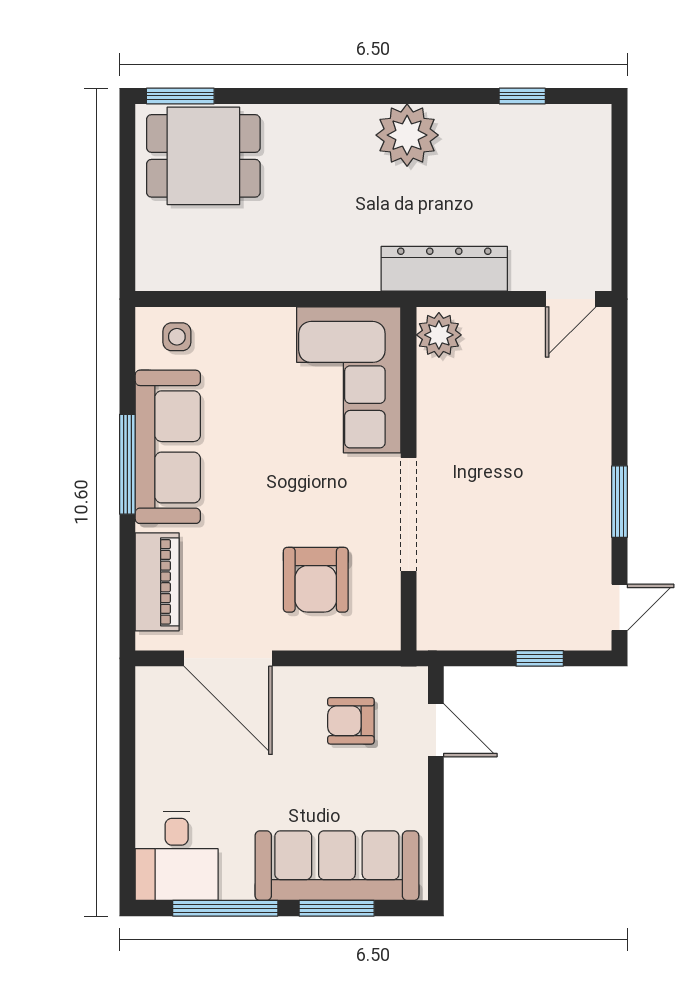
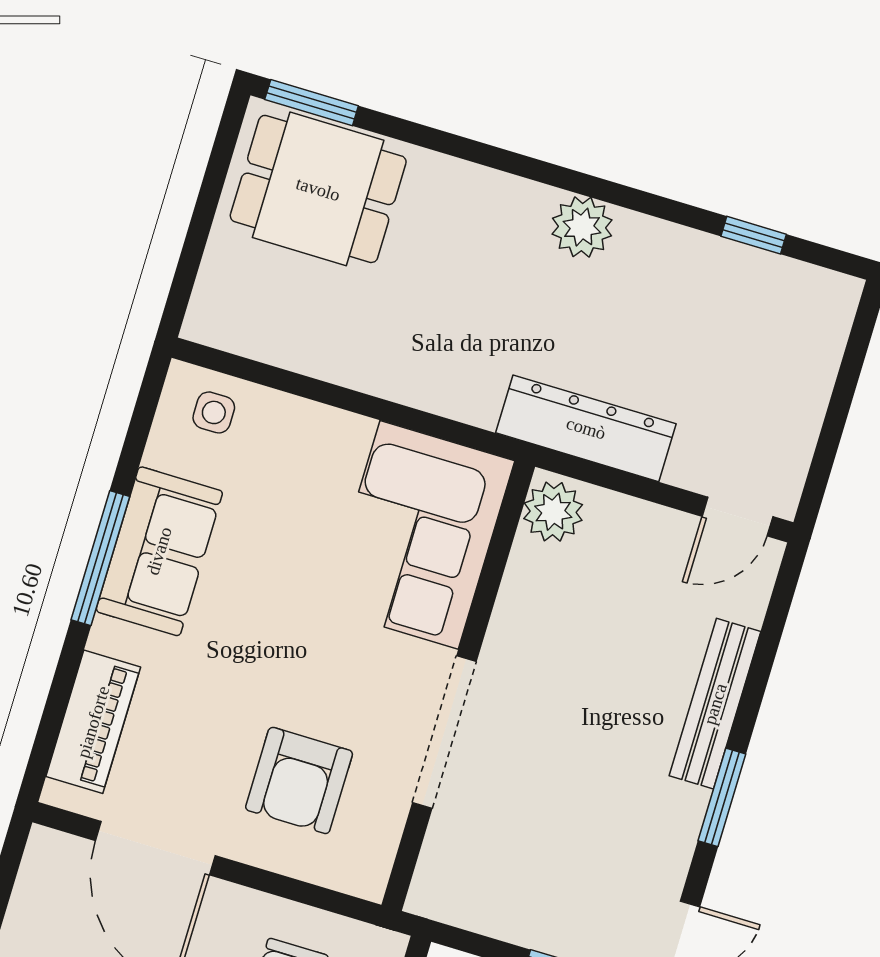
plant: (407, 135) -> (582, 227), width x0.73, depth x0.73
bench: (595, 437) -> (715, 704), added
sofa: (168, 447) -> (159, 551), width x0.73

